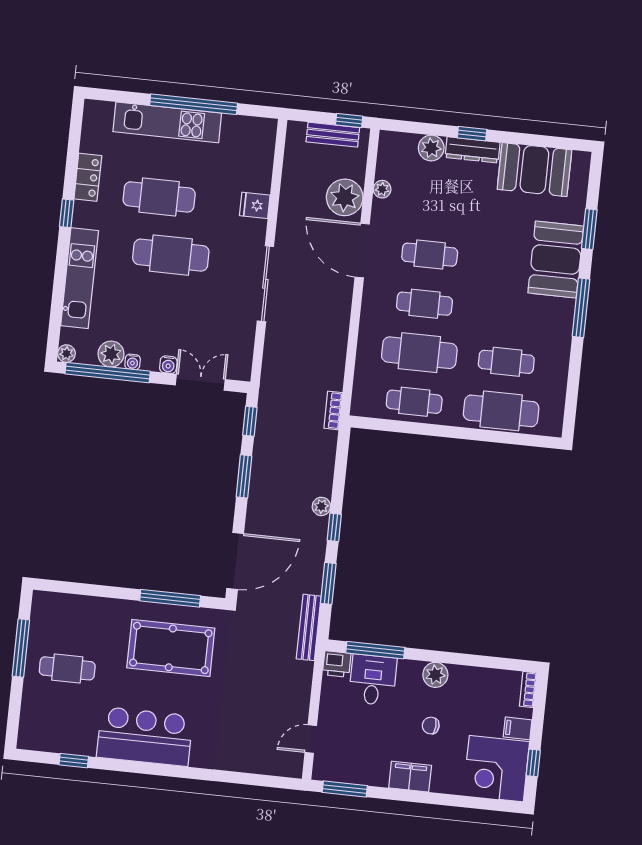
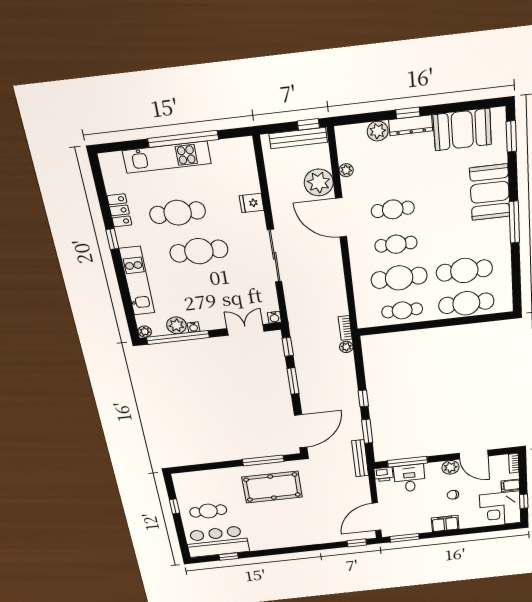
bench: (333, 135) -> (298, 138), width x1.36
window: (589, 229) -> (511, 136), moved
cafe table: (506, 362) -> (464, 271), width x1.37, depth x1.35
water cooler: (168, 365) -> (274, 317), moved
plant: (321, 506) -> (346, 347), moved
window: (21, 648) -> (175, 506), width x0.46
door: (472, 660) -> (474, 455), added
bar counter: (145, 736) -> (217, 542), moved
door: (311, 739) -> (376, 517), width x1.88
window: (271, 781) -> (357, 543), added

